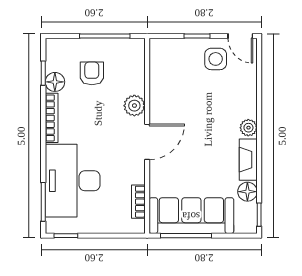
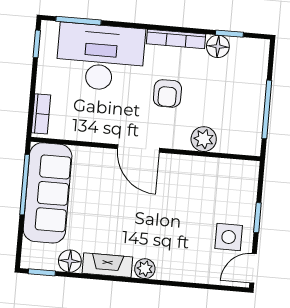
armchair: (92, 73) -> (167, 93), moved, turned 90
plant: (134, 106) -> (204, 139), moved
bookcase: (138, 202) -> (41, 114), moved, turned 90

